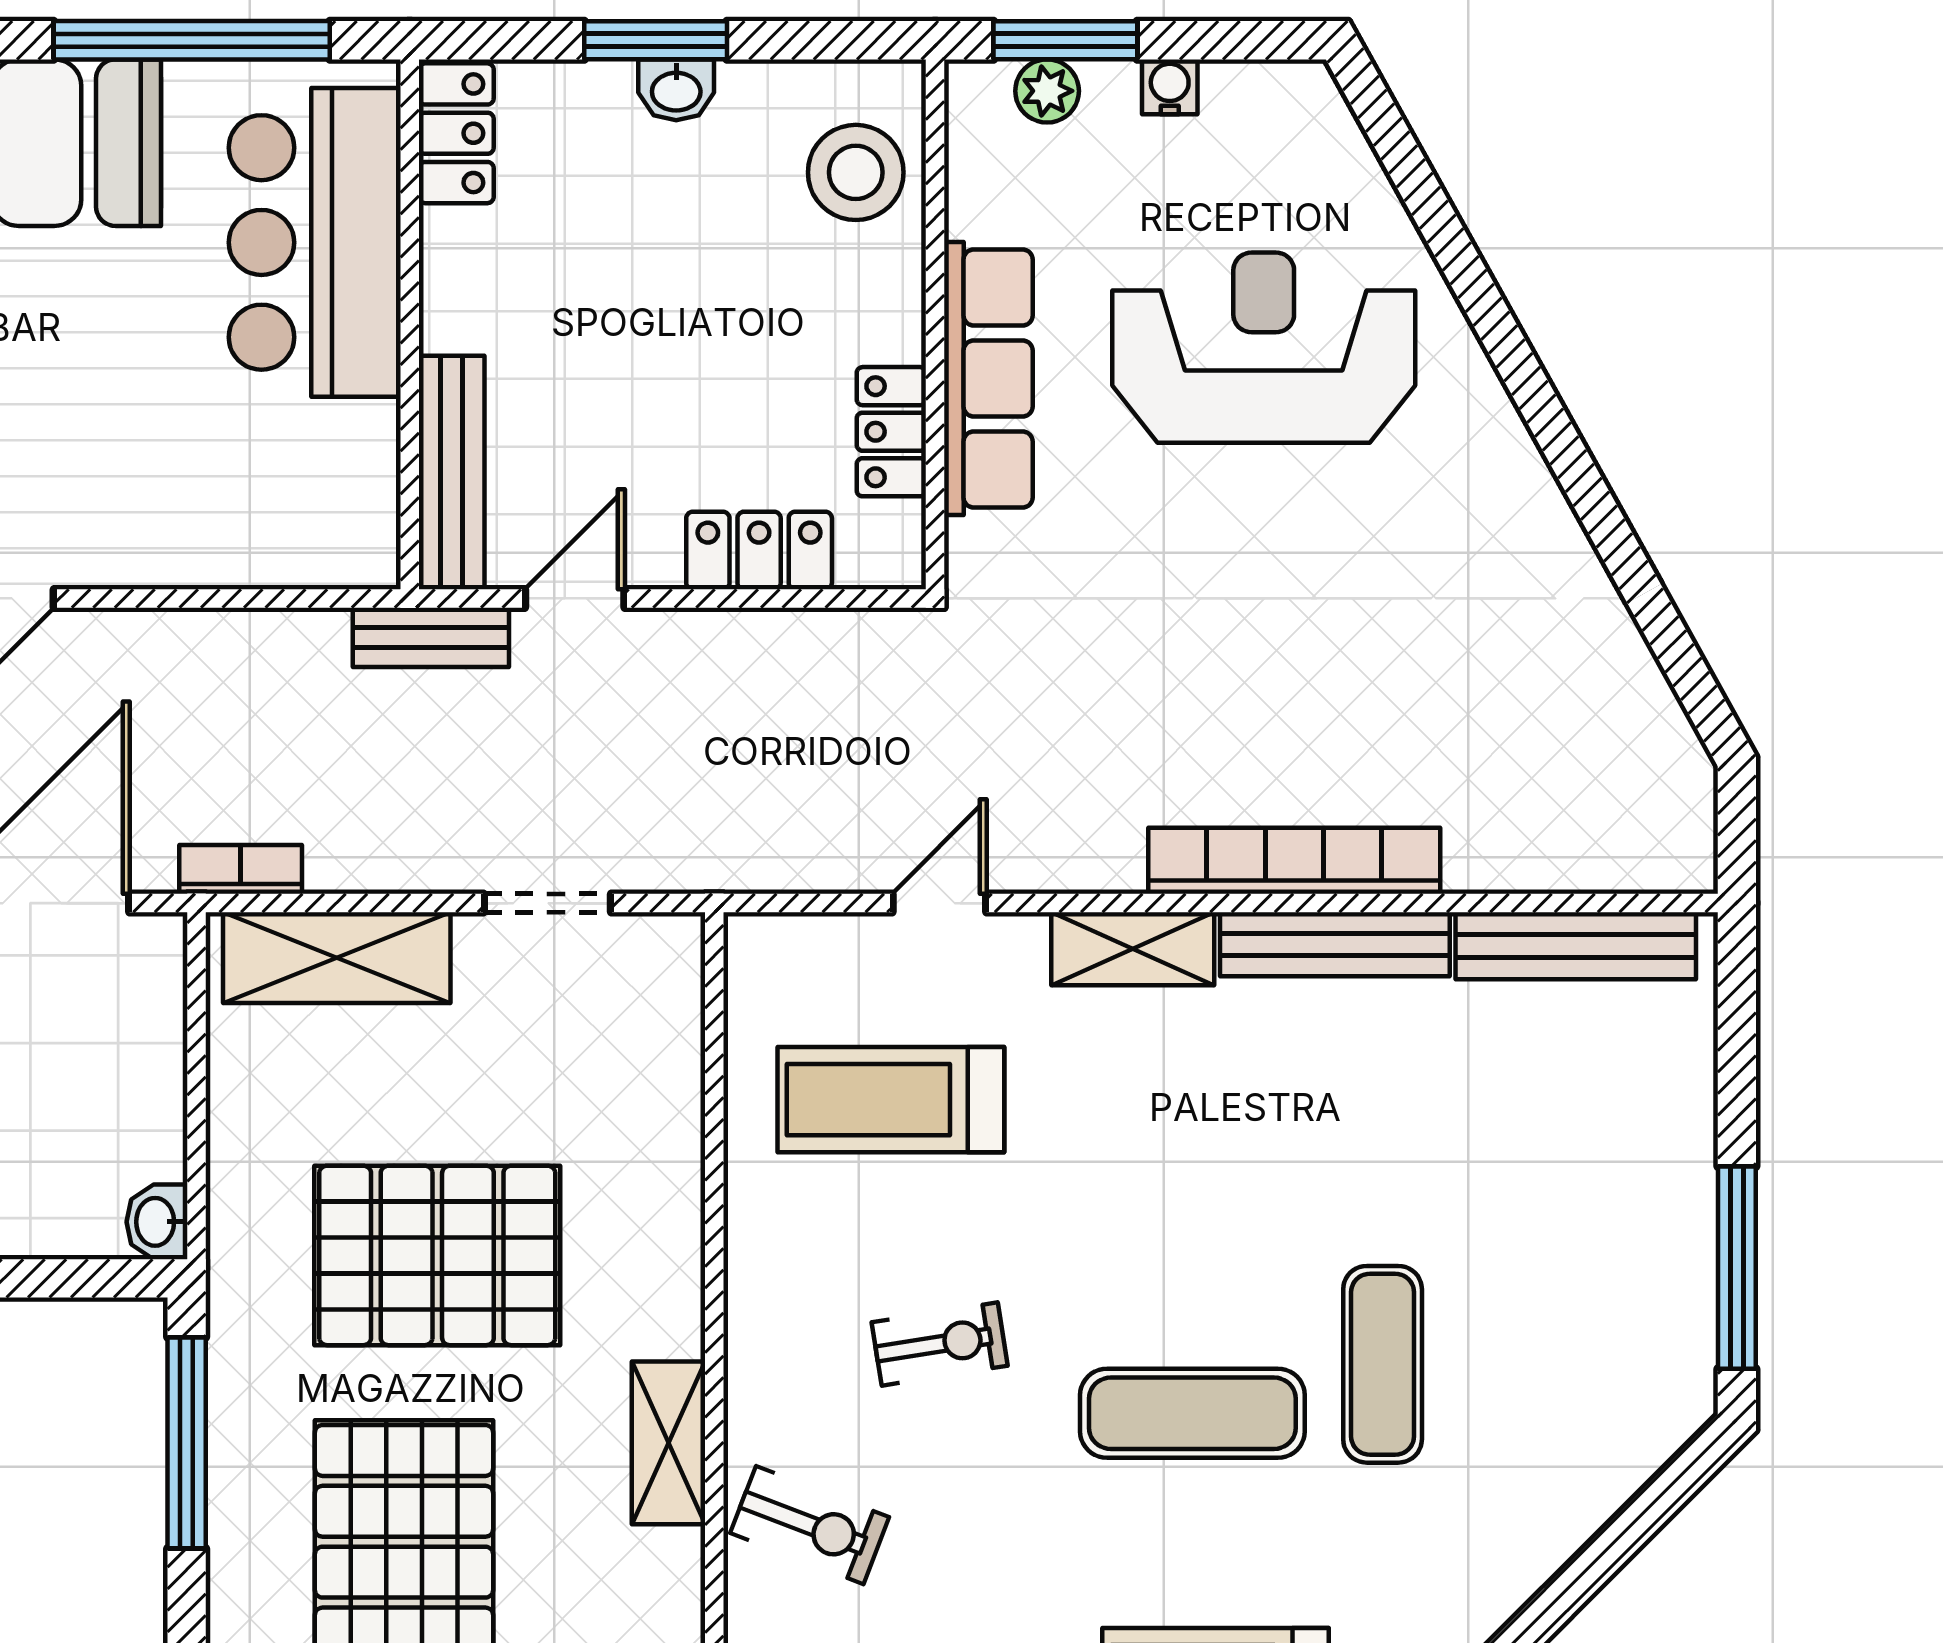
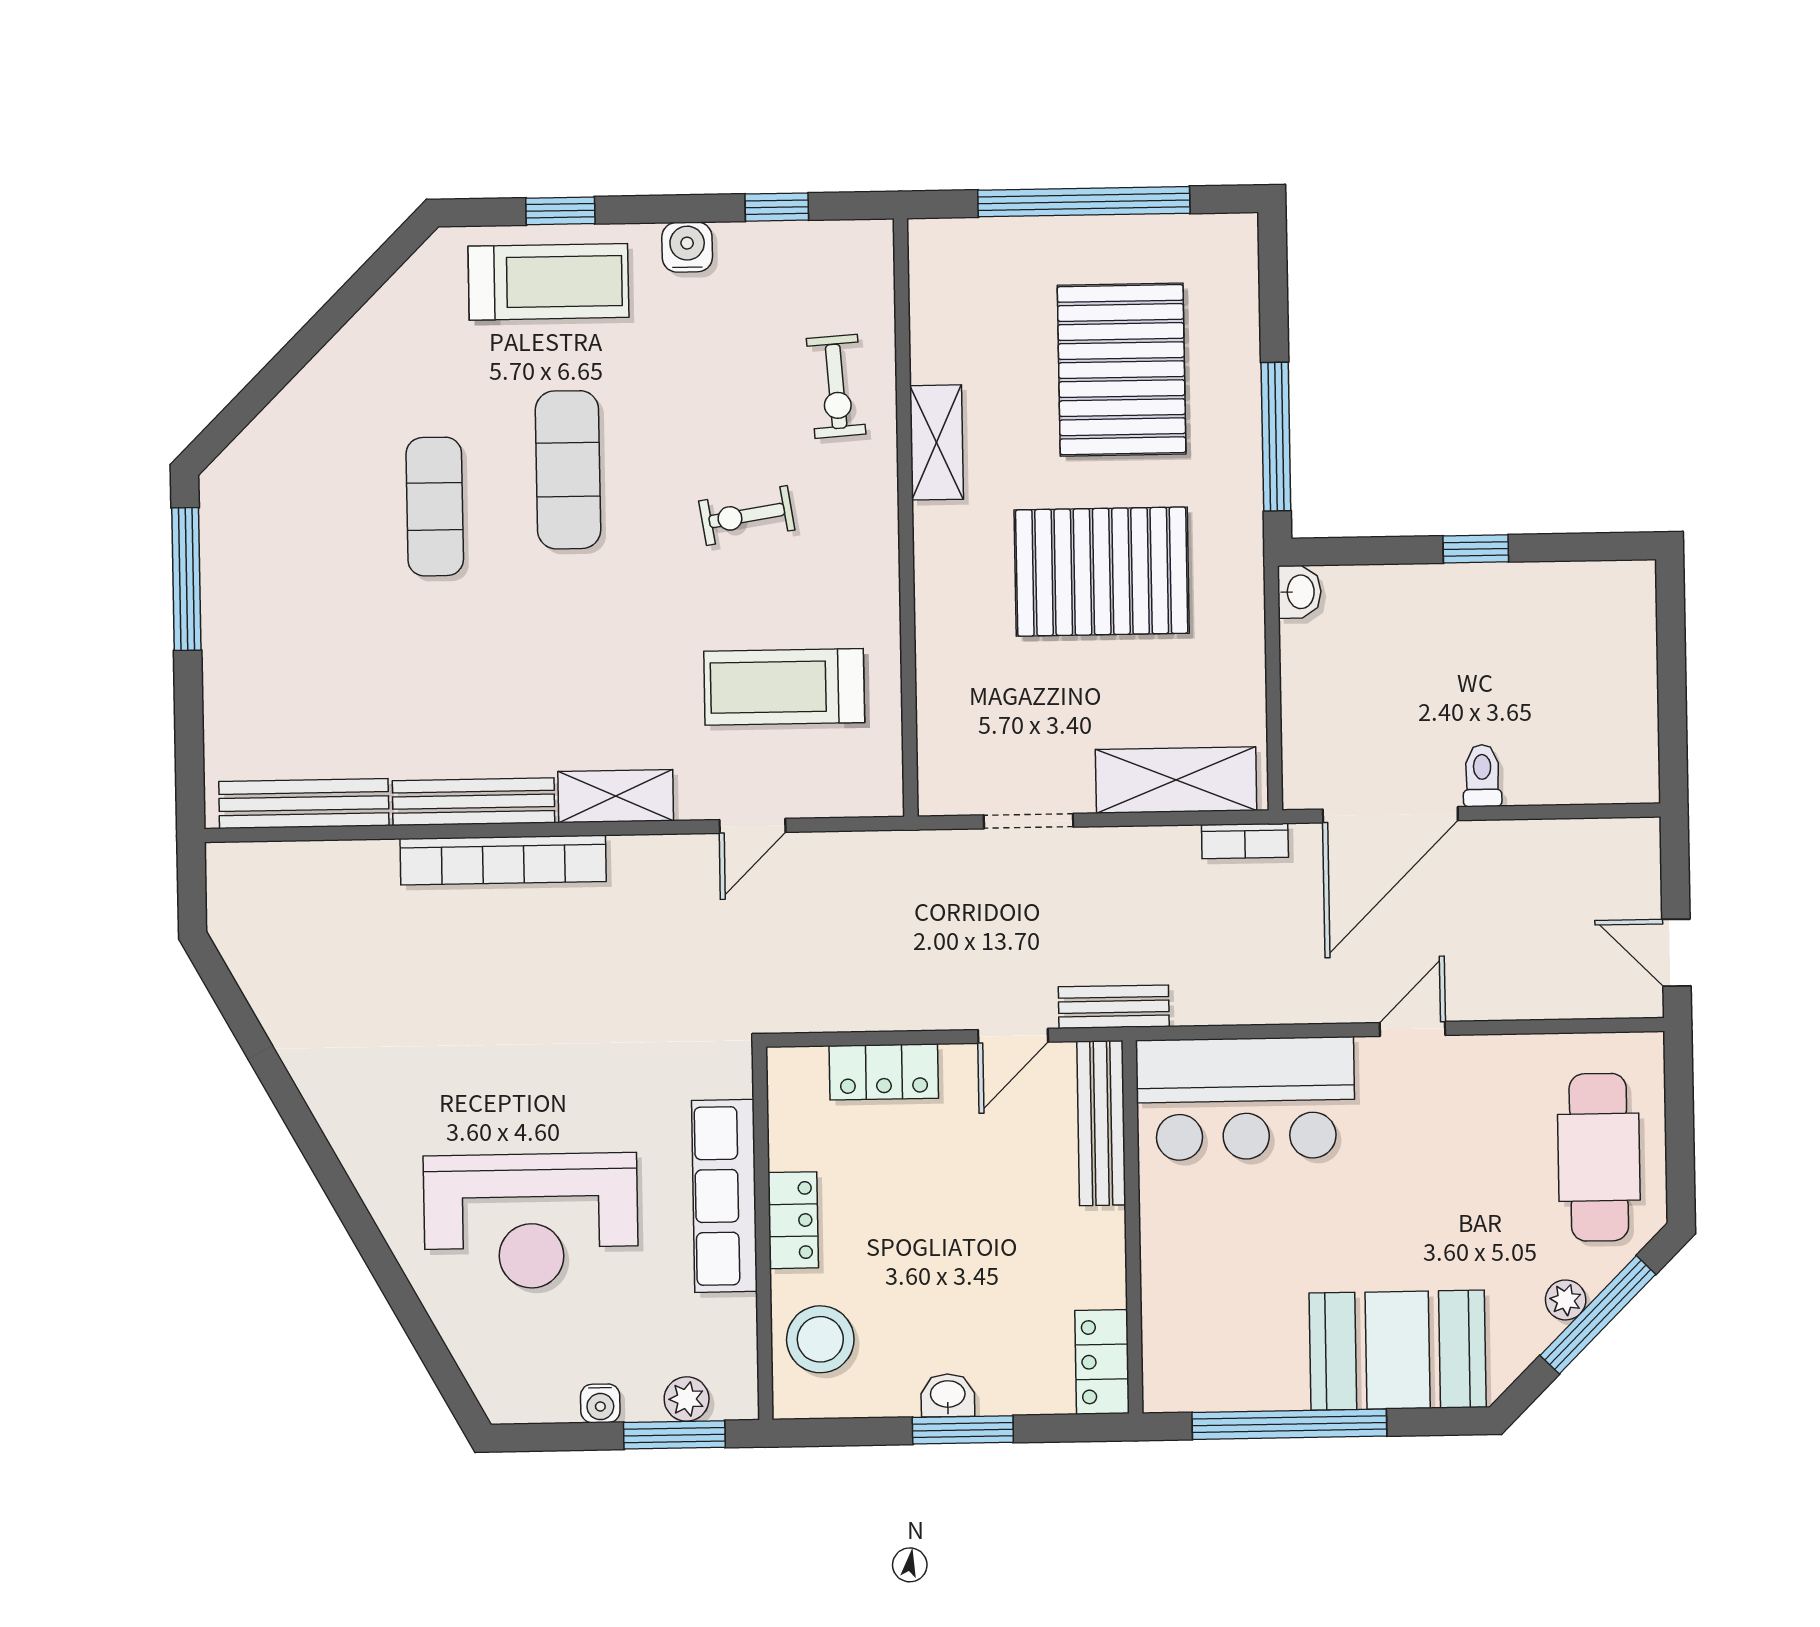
bar counter: (315, 242) -> (1246, 1099), moved, turned 90
locker: (891, 432) -> (793, 1220), moved
treadmill: (891, 1100) -> (784, 687), turned 180
exercise mat: (1192, 1413) -> (568, 470), turned 90
exercise bike: (810, 1525) -> (836, 386), turned -115

